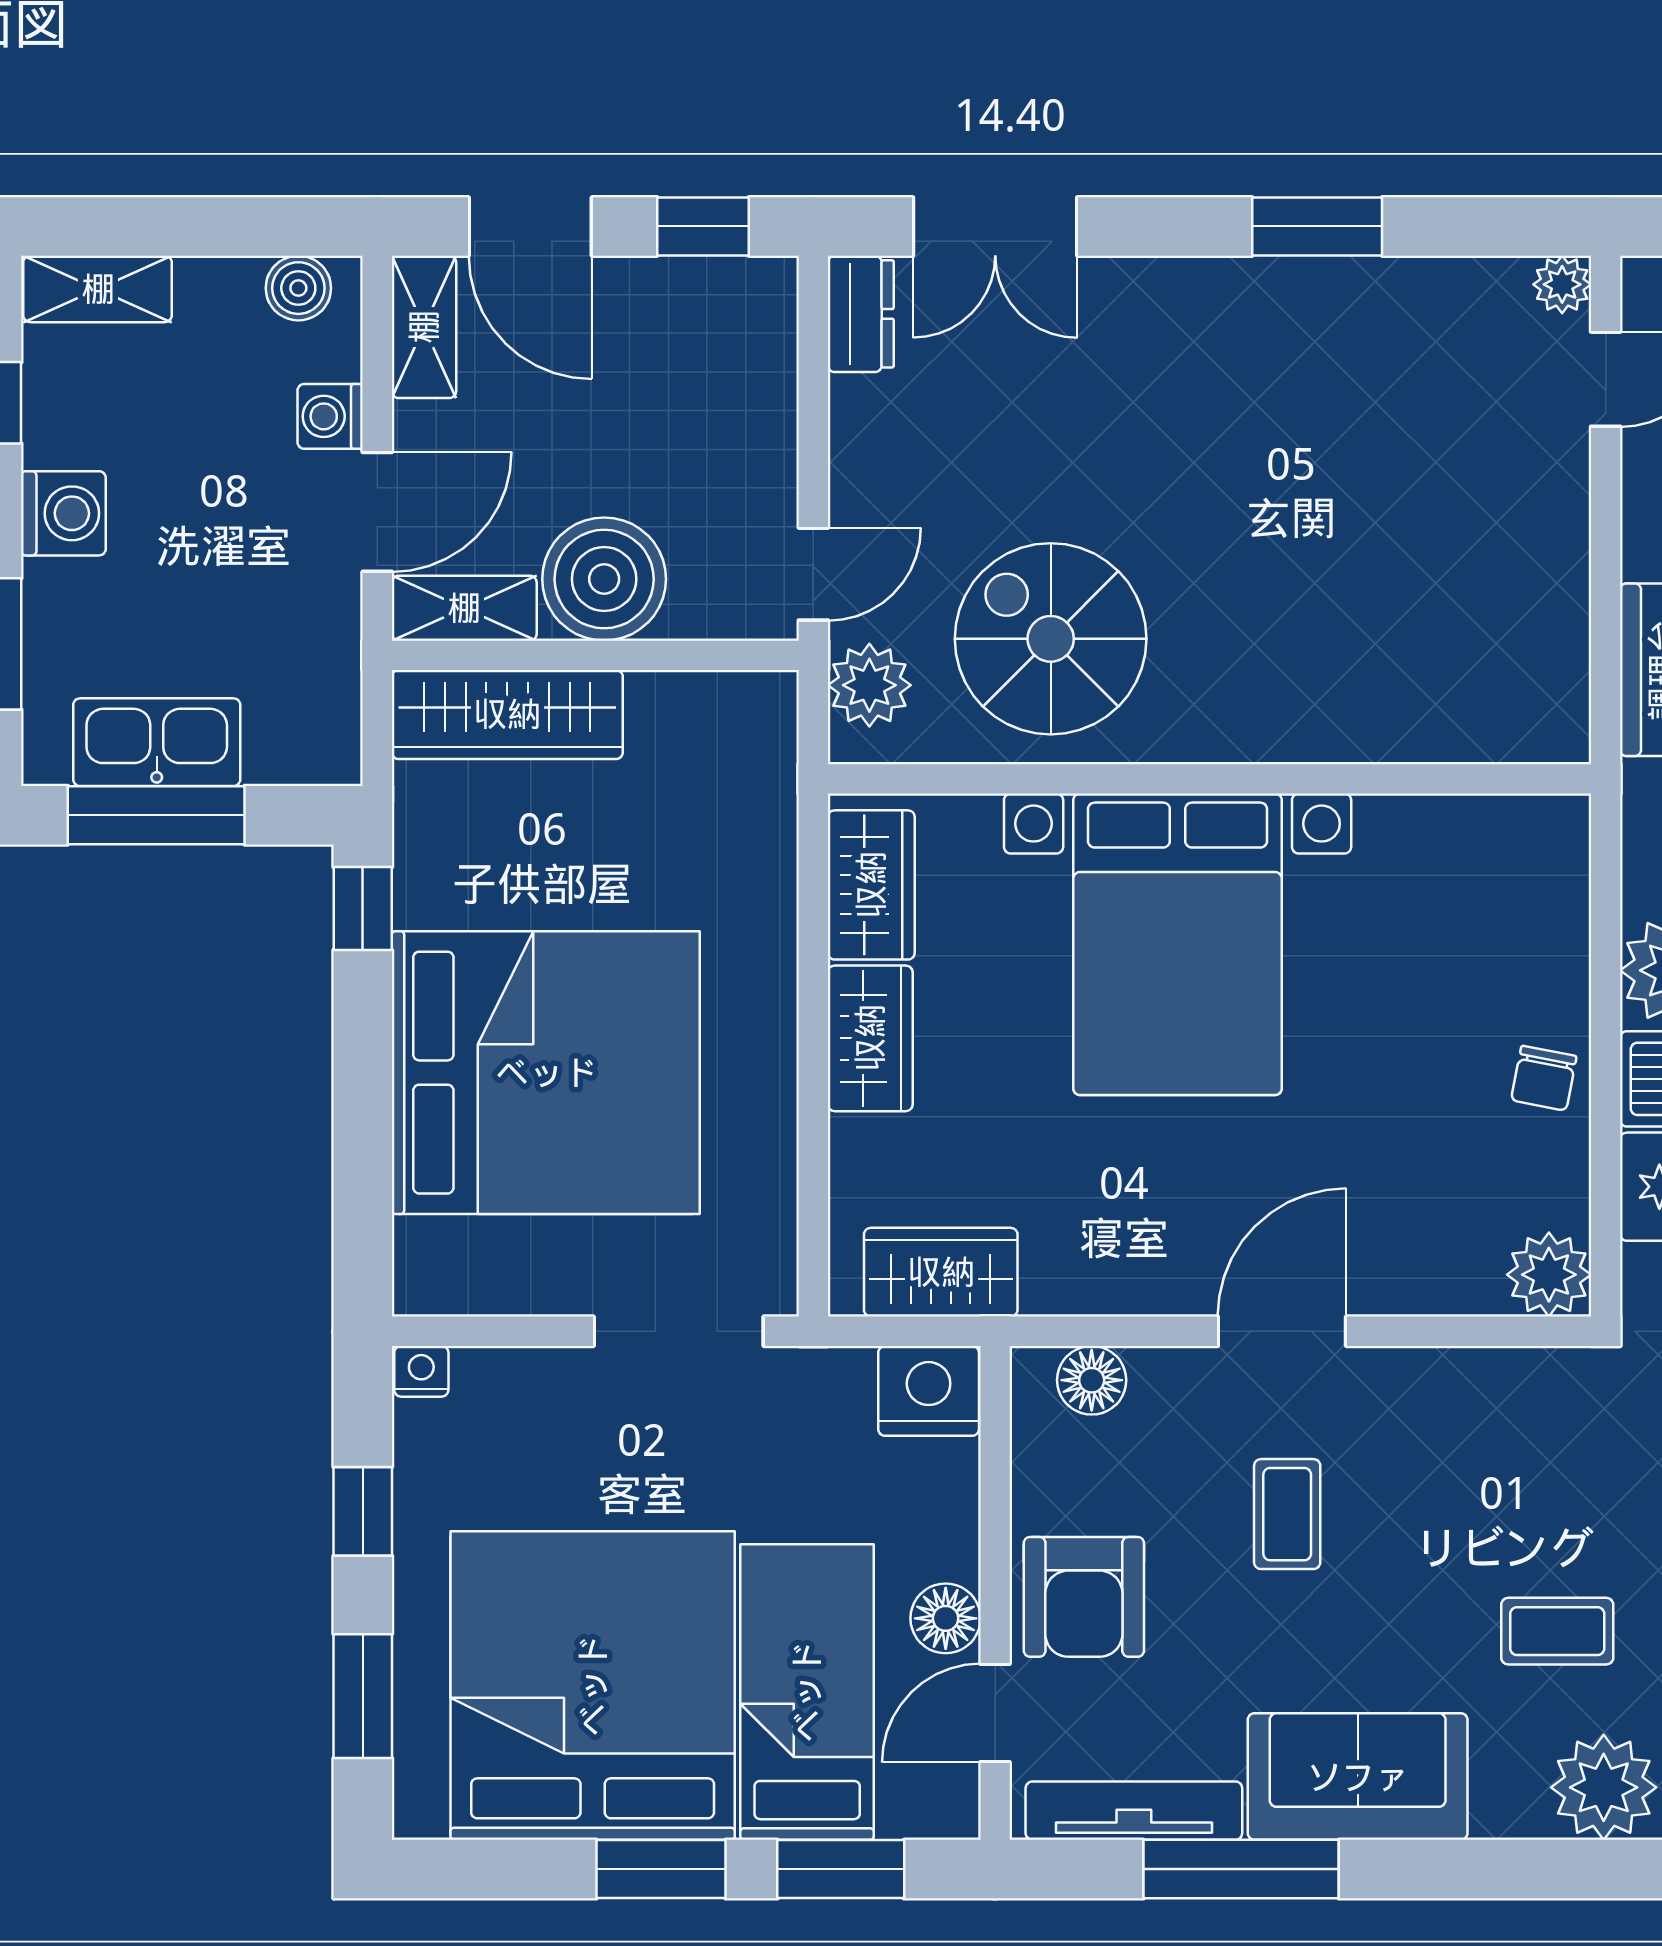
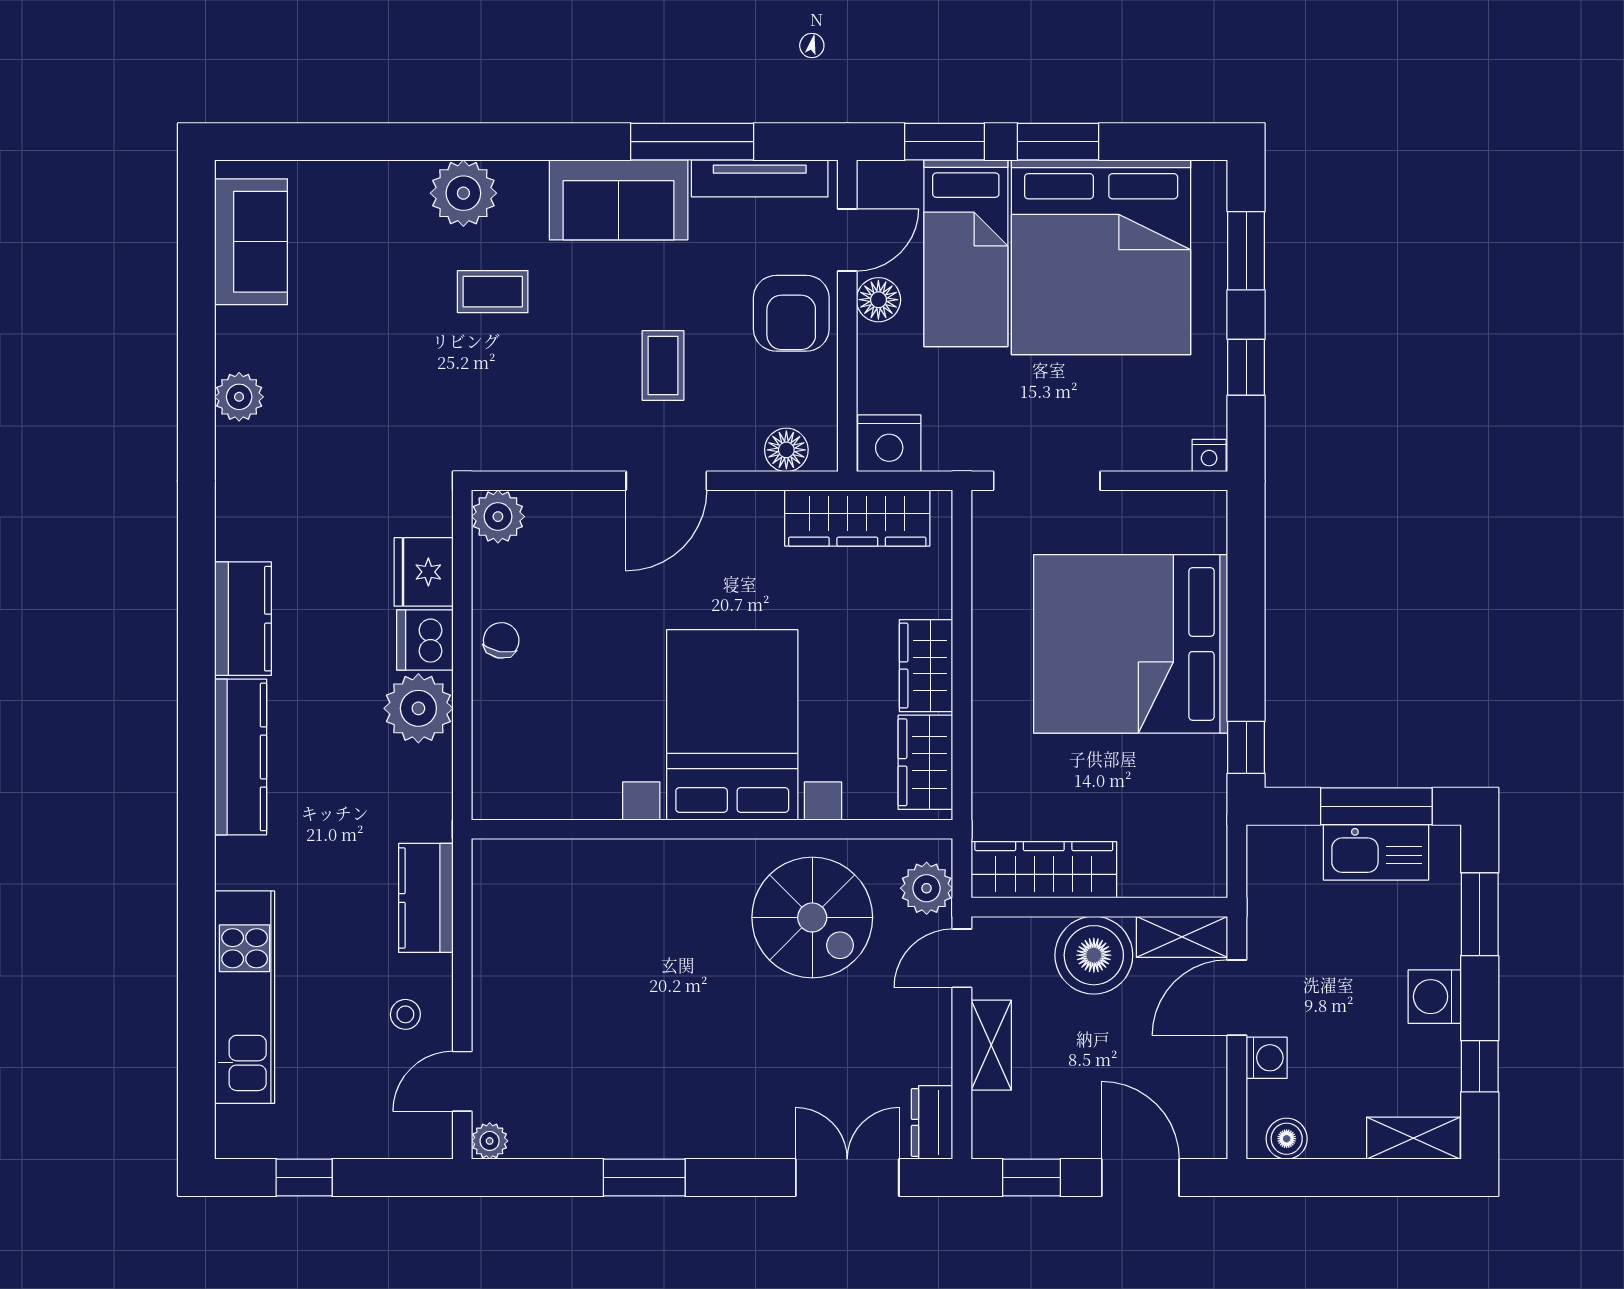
shelving: (424, 327) -> (991, 1045), moved
wardrobe: (507, 714) -> (1044, 870), moved
wardrobe: (941, 1272) -> (857, 518), width x1.50
armchair: (1084, 1597) -> (791, 313), turned 180

